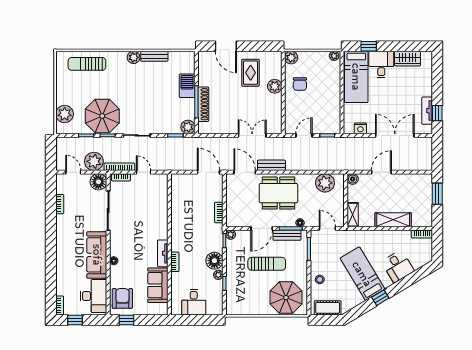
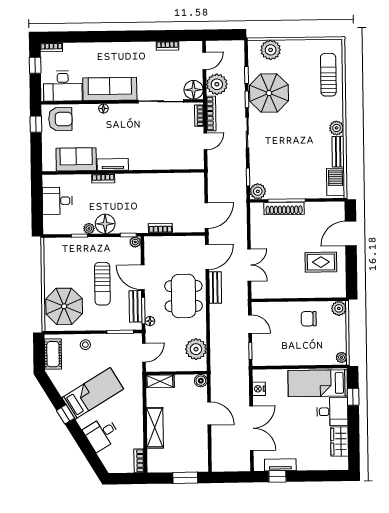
barbecue: (187, 86) -> (336, 182), moved, turned -90
plant: (275, 86) -> (306, 290), removed

